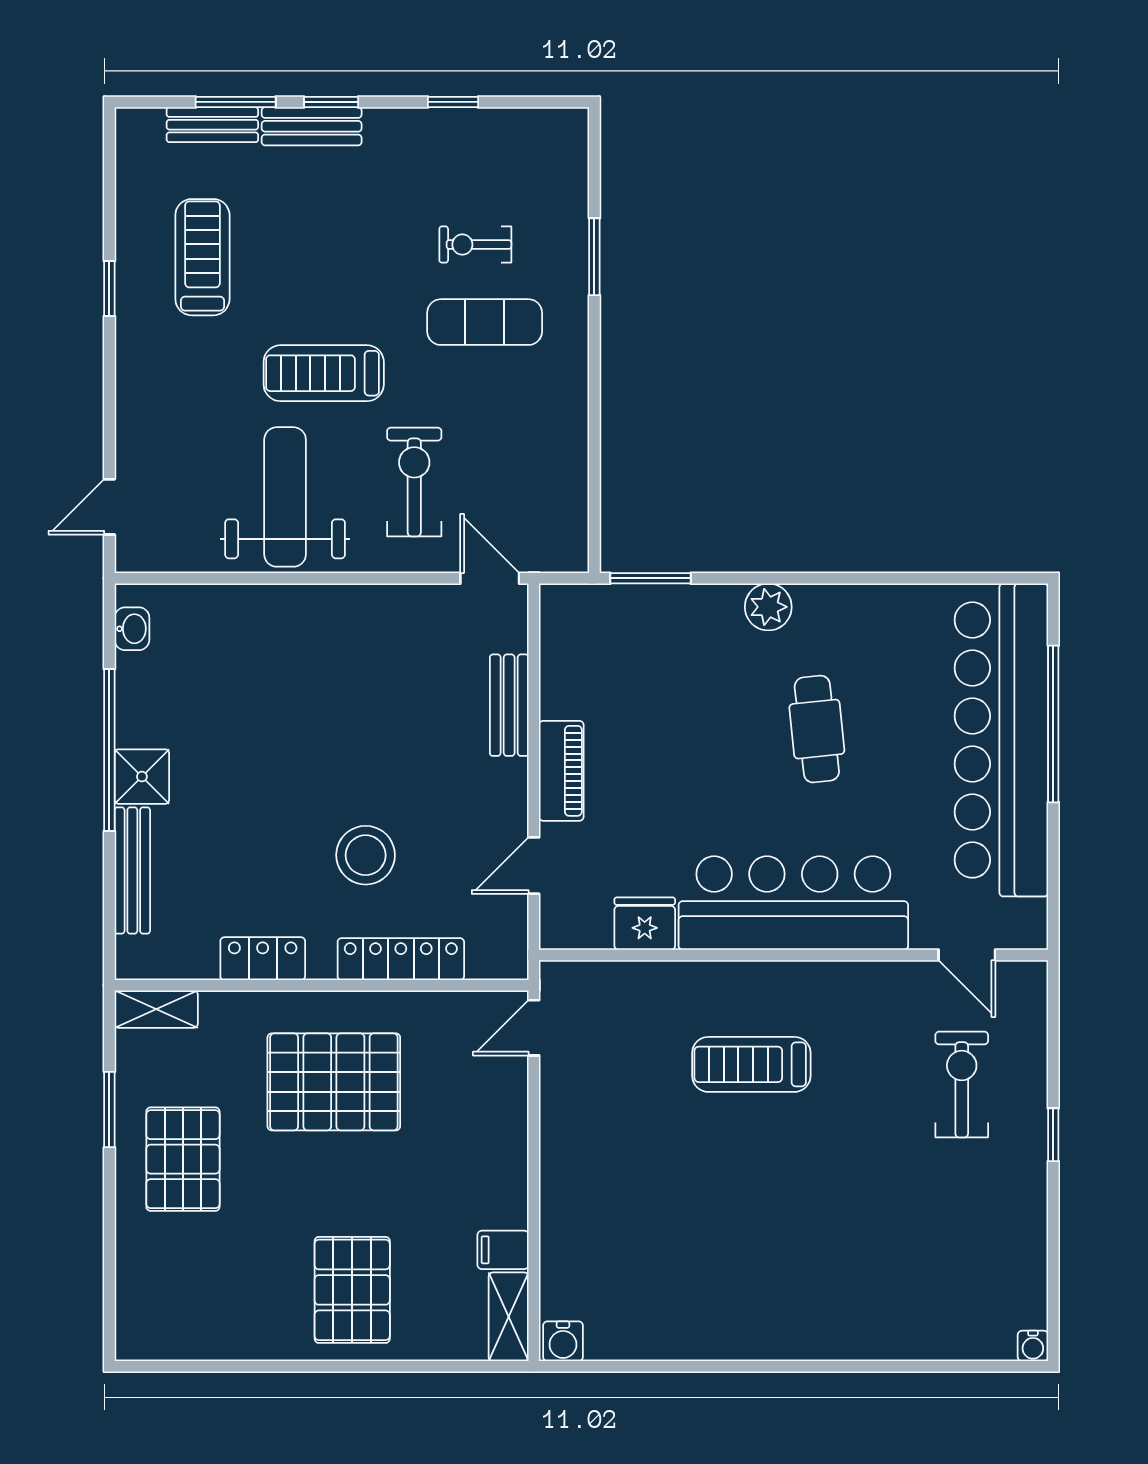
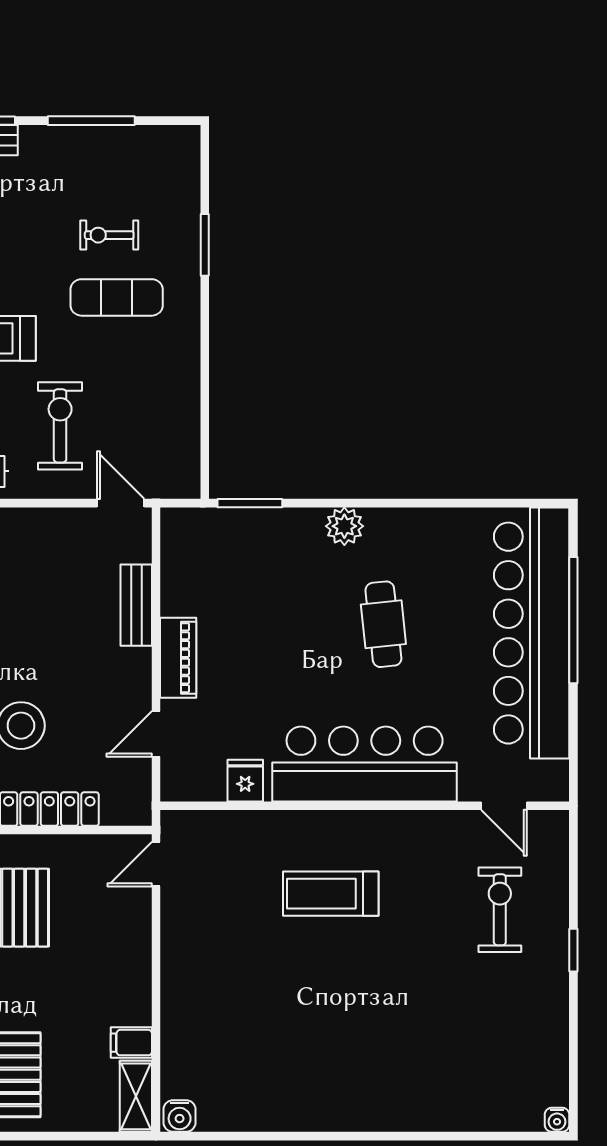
window: (453, 102) -> (91, 121), width x2.17
fridge: (645, 924) -> (245, 781), width x0.72

